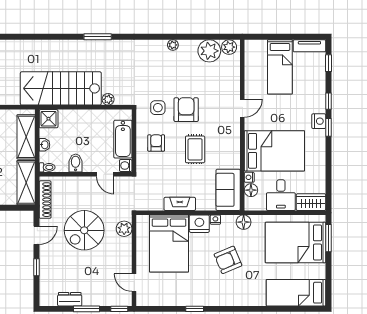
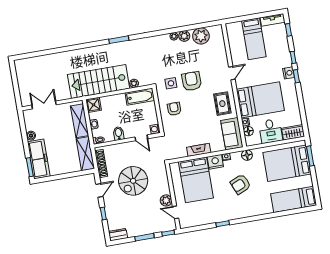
plant: (229, 47) -> (184, 36), moved
bathtub: (123, 139) -> (140, 97), moved, turned -90
rug: (195, 149) -> (222, 104), moved
plant: (124, 229) -> (166, 200), moved
dresser: (70, 299) -> (118, 235), moved

